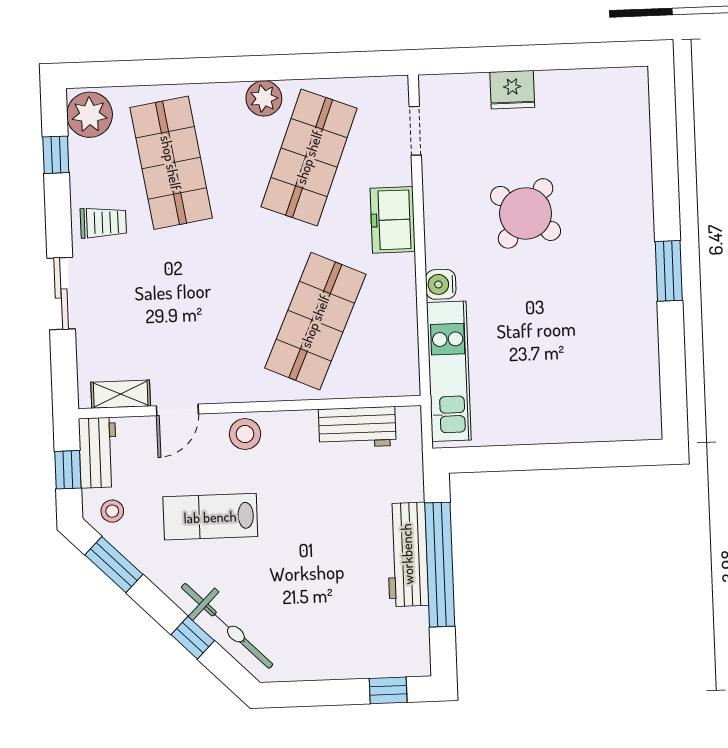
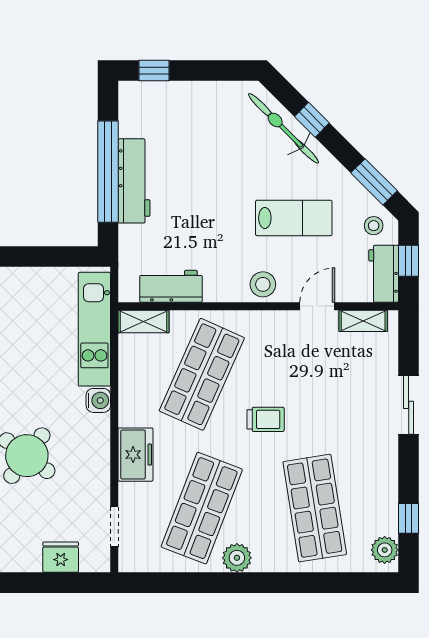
fridge: (512, 90) -> (61, 557), moved
plant: (90, 115) -> (385, 550), width x0.73, depth x0.73
trolley: (103, 223) -> (266, 419), moved, turned 180
shelving: (389, 383) -> (144, 321), added

